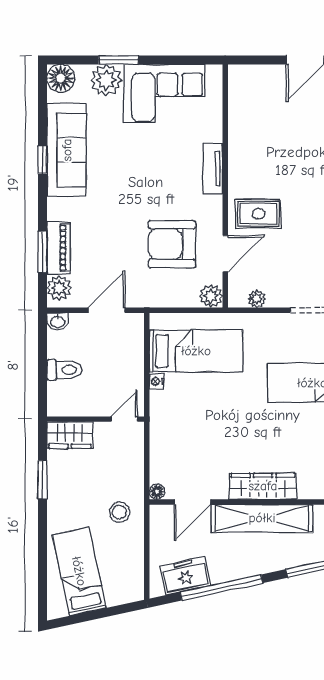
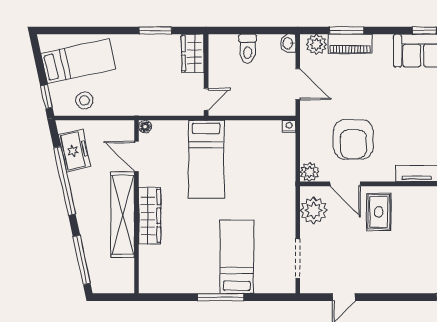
armchair: (172, 244) -> (353, 139), turned 180
plant: (257, 299) -> (314, 210), width x1.87, depth x1.87
bed: (196, 351) -> (206, 159), moved
nightstand: (157, 381) -> (289, 126), moved
door: (124, 419) -> (206, 99), hinge flipped
stool: (119, 512) -> (85, 100), moved
window: (121, 609) -> (46, 97), added

